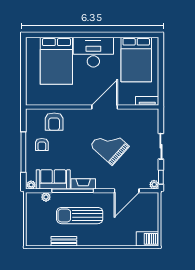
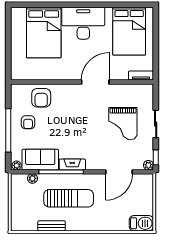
grand piano: (110, 146) -> (123, 124), moved, turned -132
sun lounger: (80, 216) -> (69, 198), turned 180

